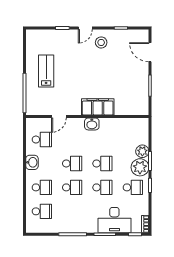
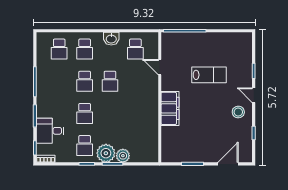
lab bench: (46, 71) -> (209, 75), moved
washbasin: (92, 124) -> (152, 102), removed
school desk: (102, 163) -> (110, 113), removed
desk: (114, 220) -> (50, 131), width x0.73

